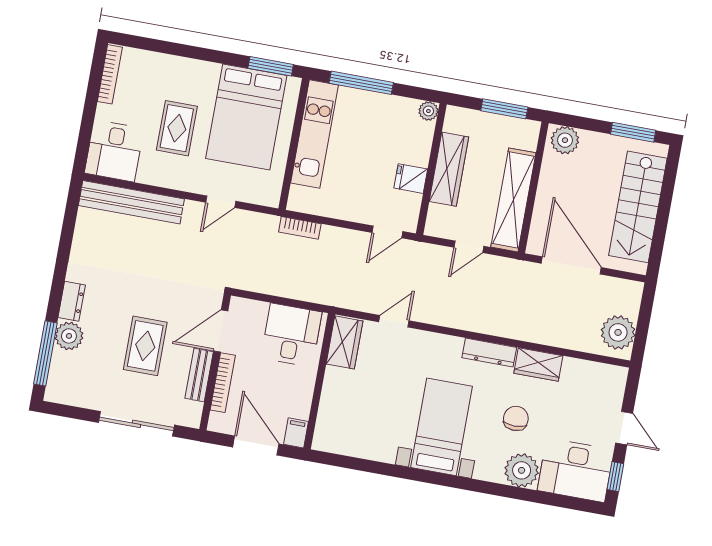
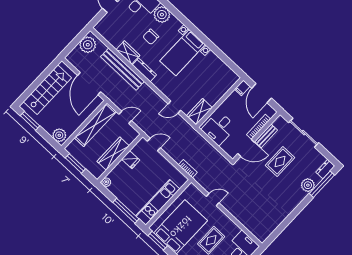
bench: (131, 202) -> (122, 69), moved
dresser: (72, 301) -> (325, 169), moved

